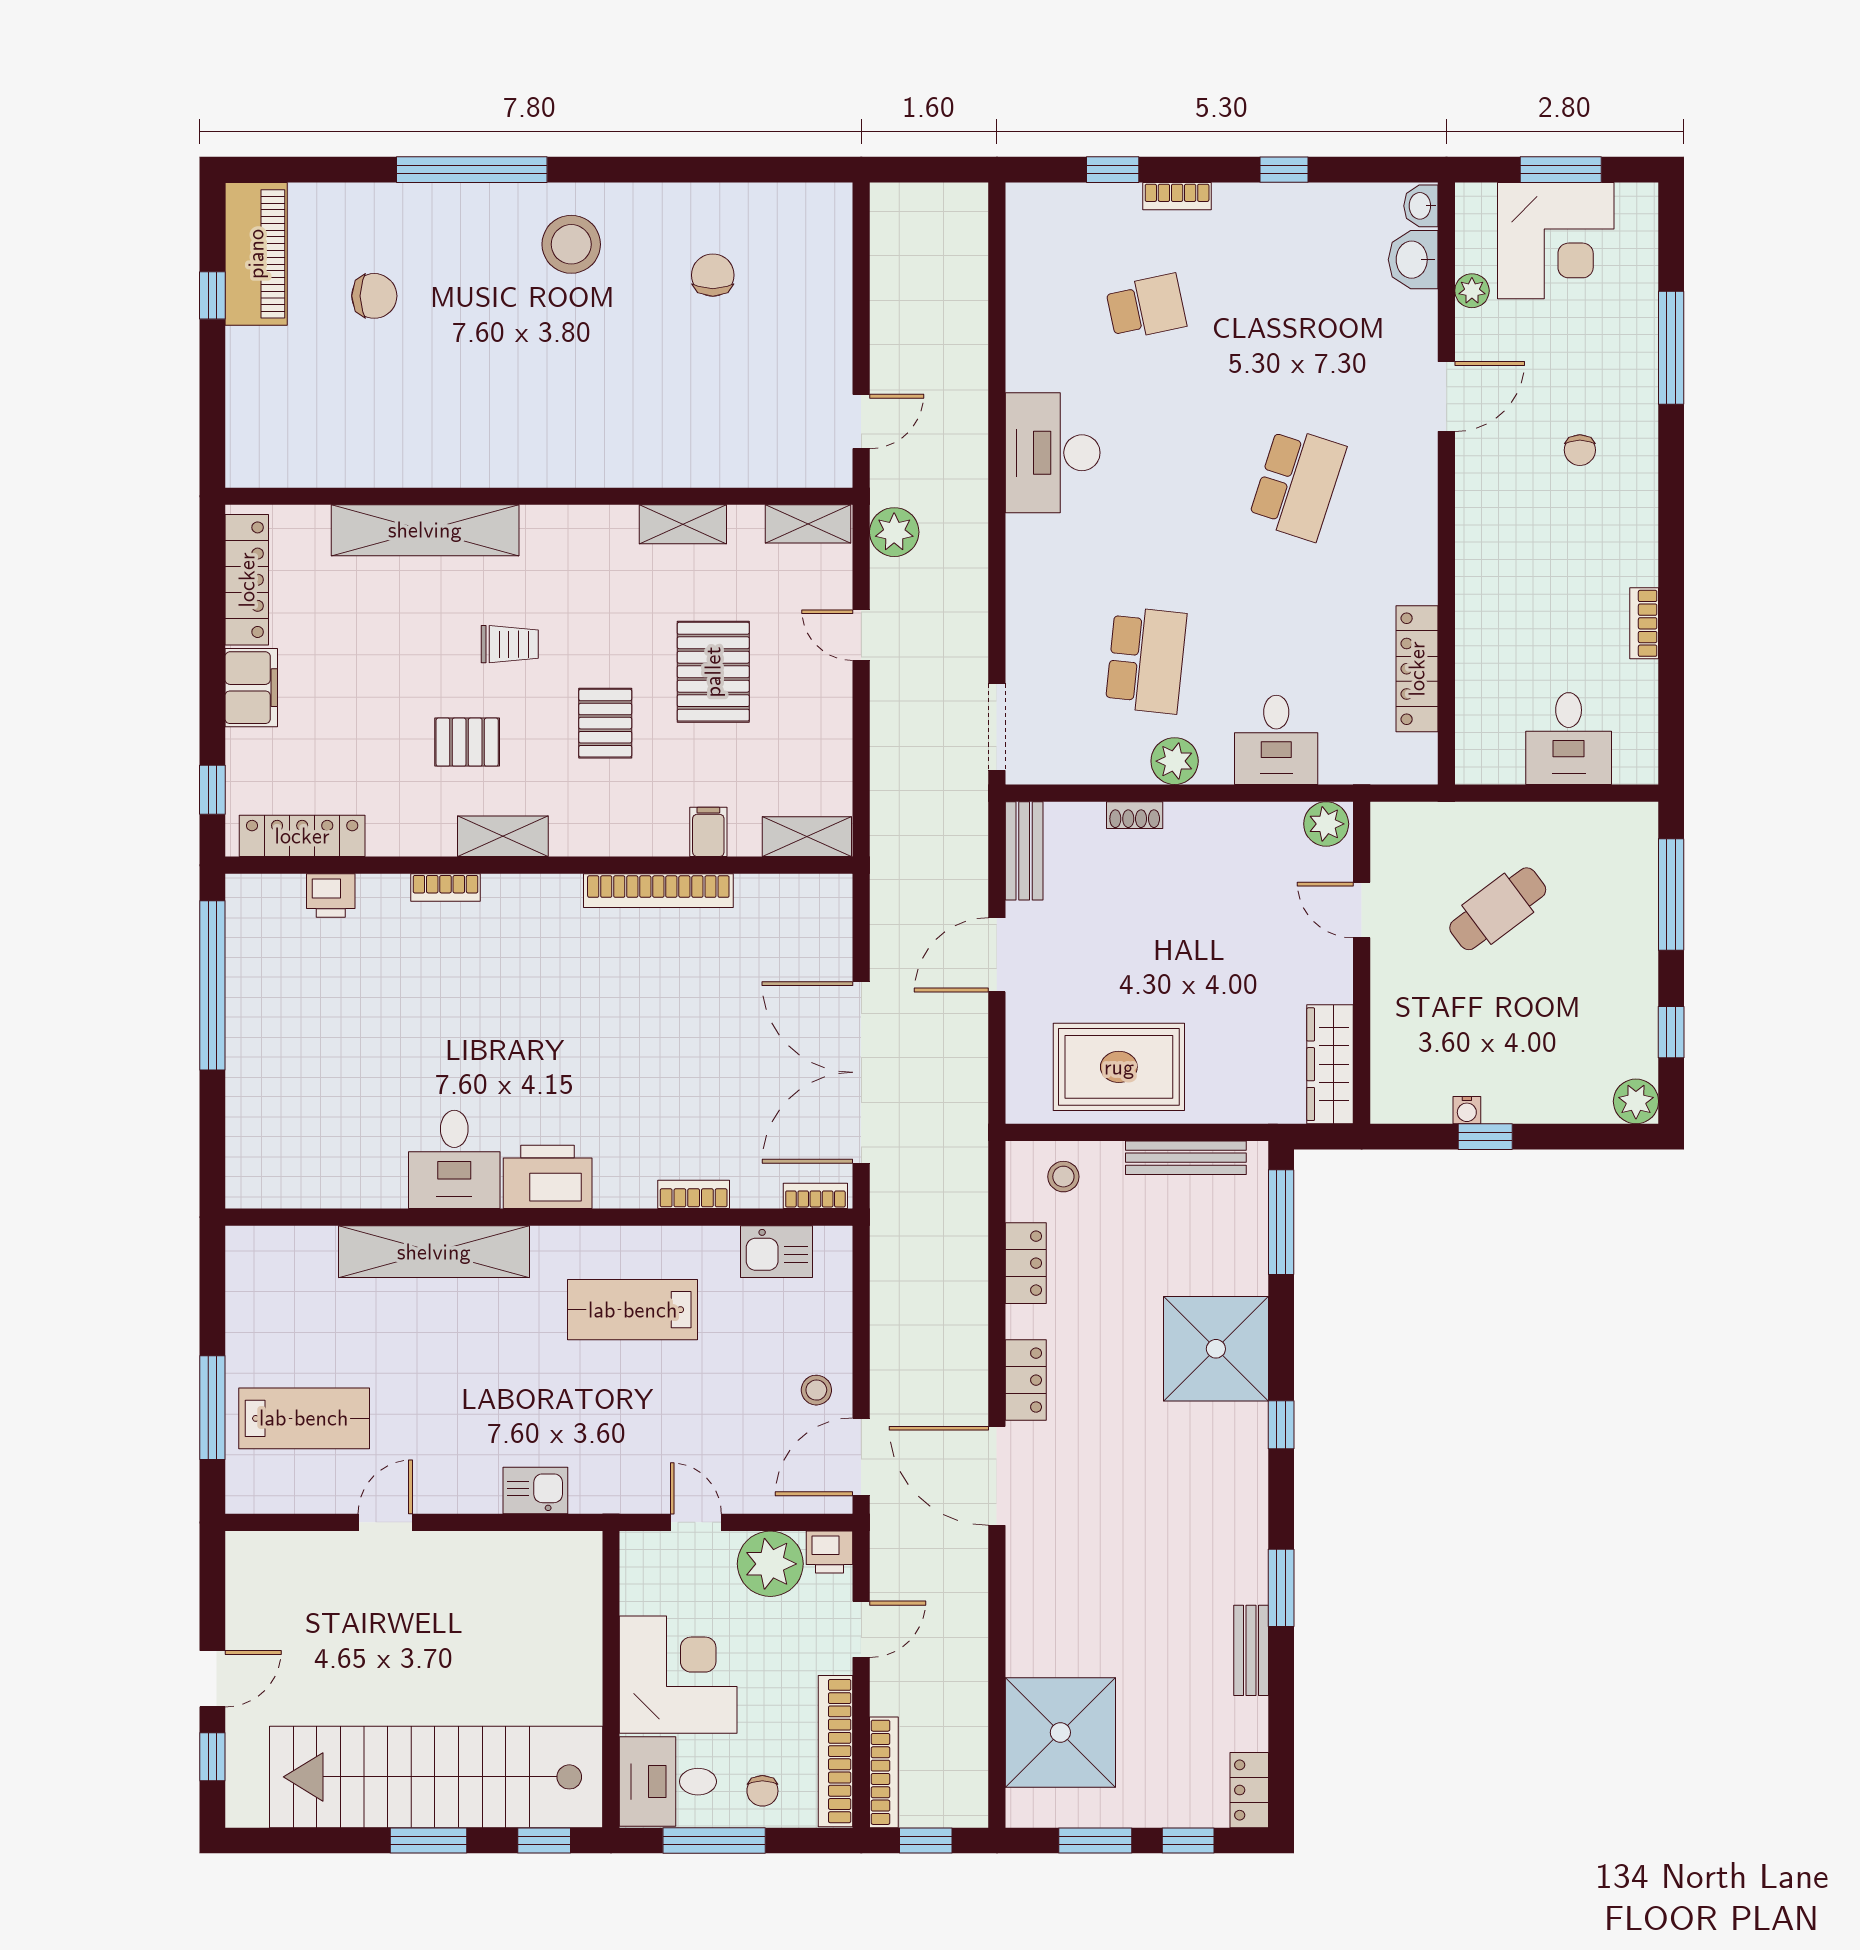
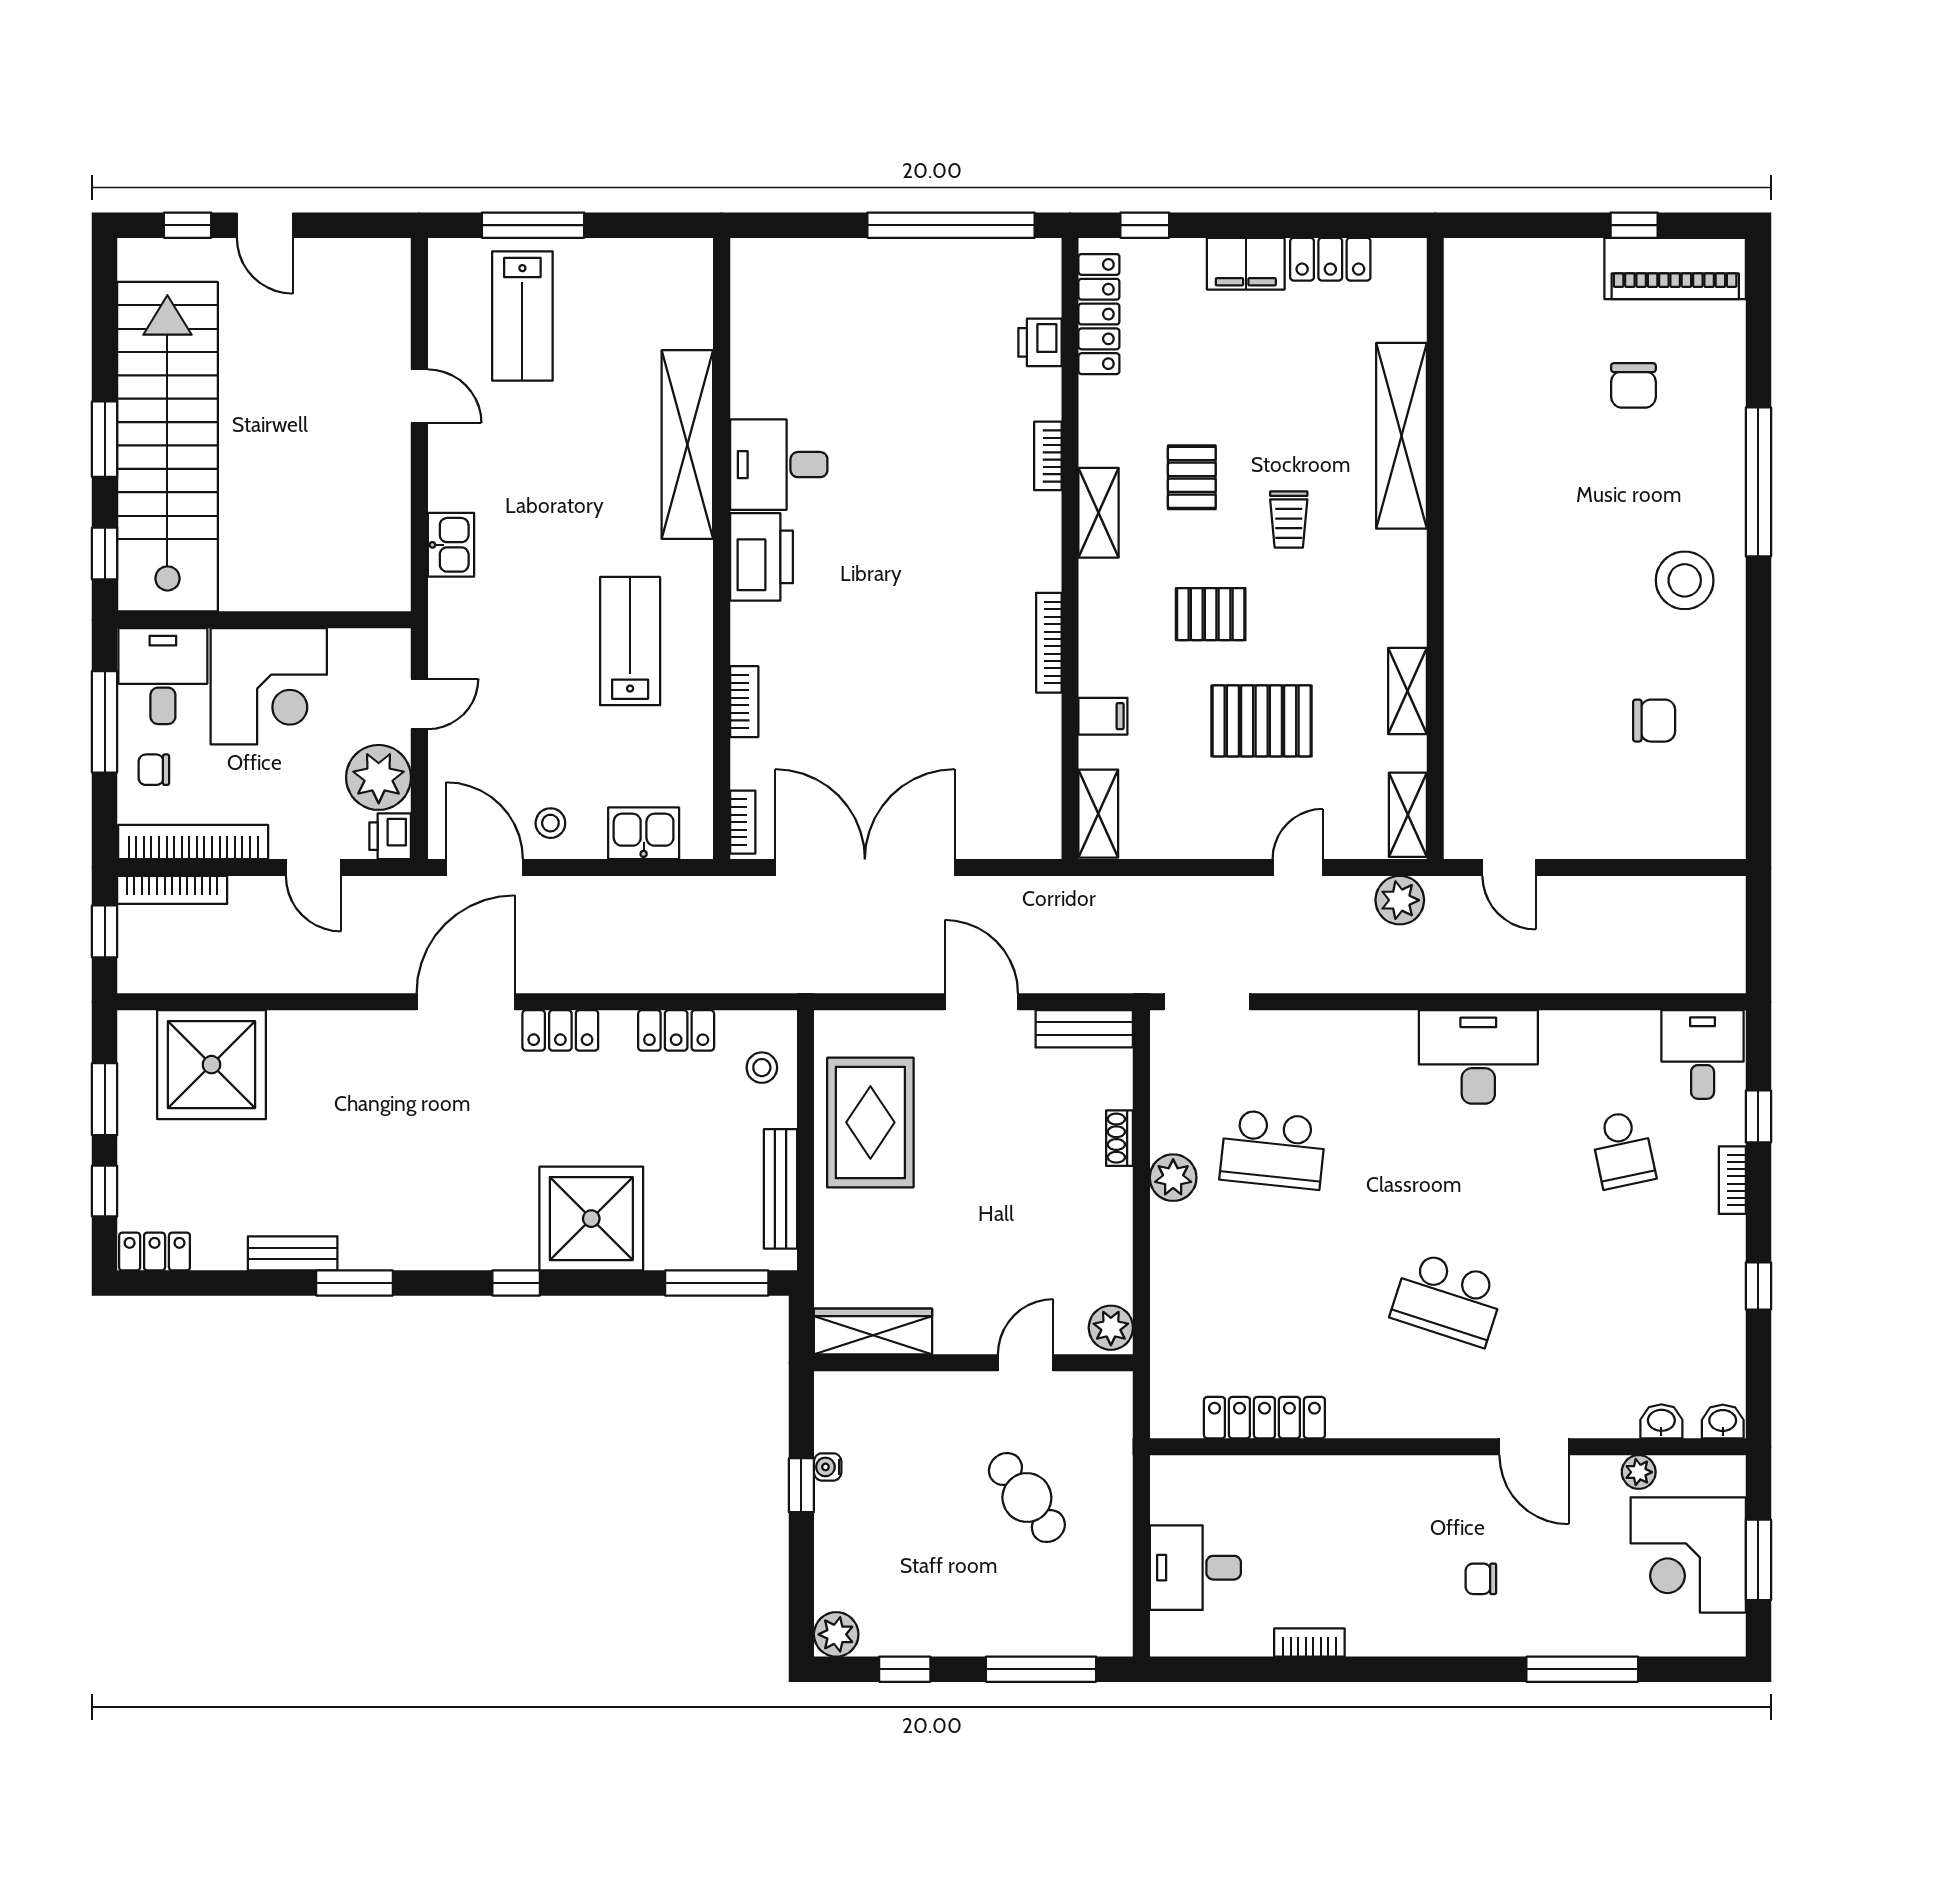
washbasin: (1413, 260) -> (1661, 1421), width x0.72, depth x0.69
locker: (247, 580) -> (1330, 259), width x0.66
desk: (1276, 740) -> (1703, 1054), moved, turned 90
bookcase: (658, 891) -> (1049, 643), width x0.68, depth x0.76
kitchen sink: (776, 1252) -> (644, 833), moved, turned 90

